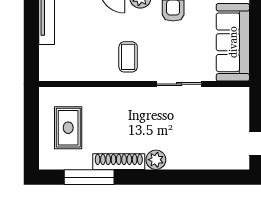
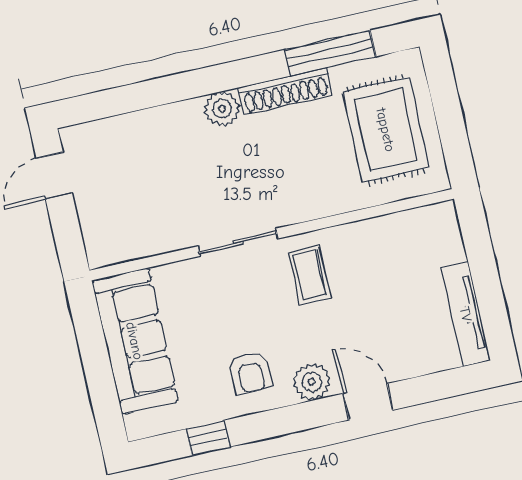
sliding door: (179, 84) -> (238, 242), moved
rug: (68, 128) -> (386, 130), width x1.36, depth x1.43

